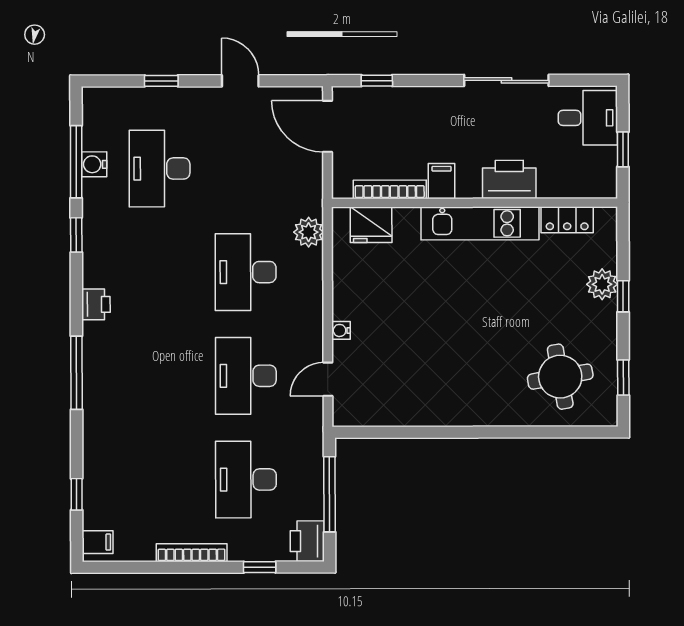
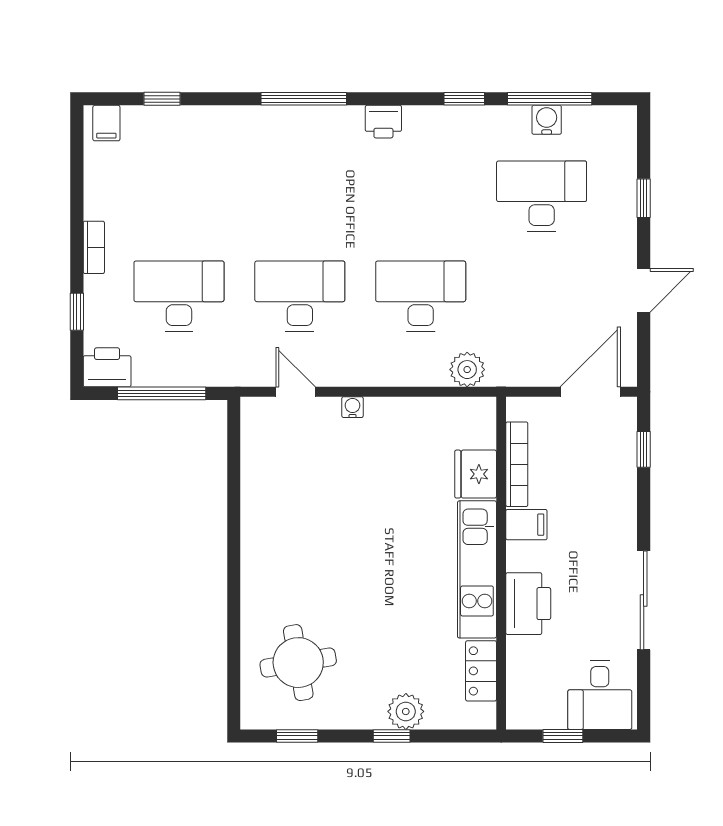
fridge: (371, 225) -> (476, 474), moved
bookcase: (192, 553) -> (94, 247), width x0.64

